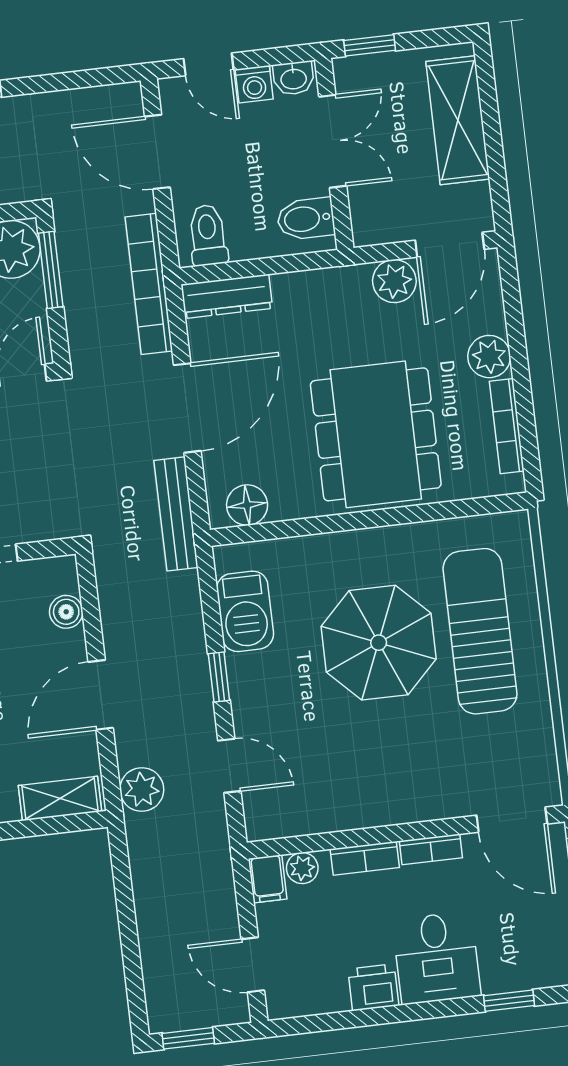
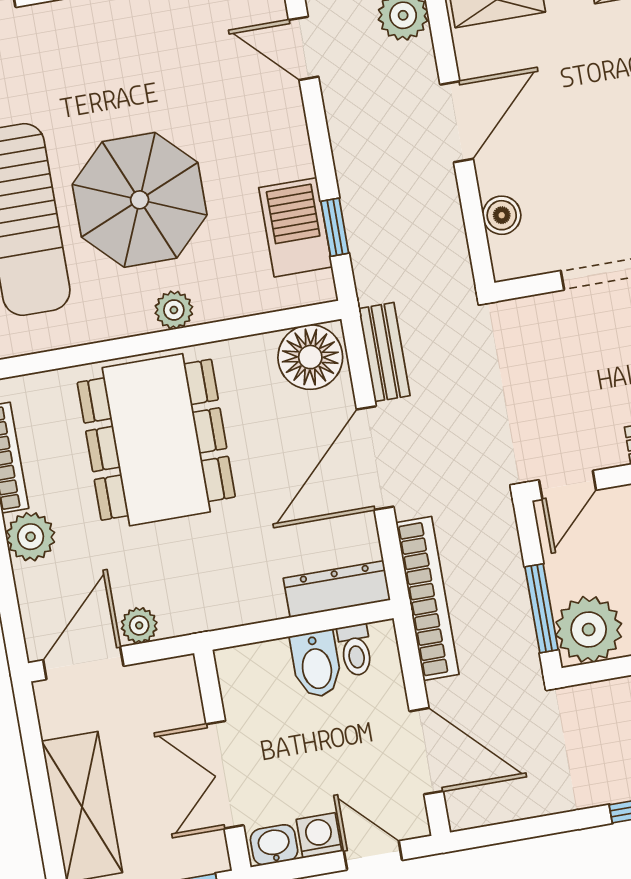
bidet: (306, 219) -> (316, 664), moved, turned 90
toilet: (208, 235) -> (355, 650), width x0.73, depth x0.72
plant: (394, 281) -> (139, 625), width x0.73, depth x0.73
floor lamp: (247, 505) -> (310, 357), width x1.38, depth x1.38
bench: (176, 514) -> (384, 352), width x0.73
plant: (354, 546) -> (174, 310), added
window: (219, 677) -> (335, 227), moved

